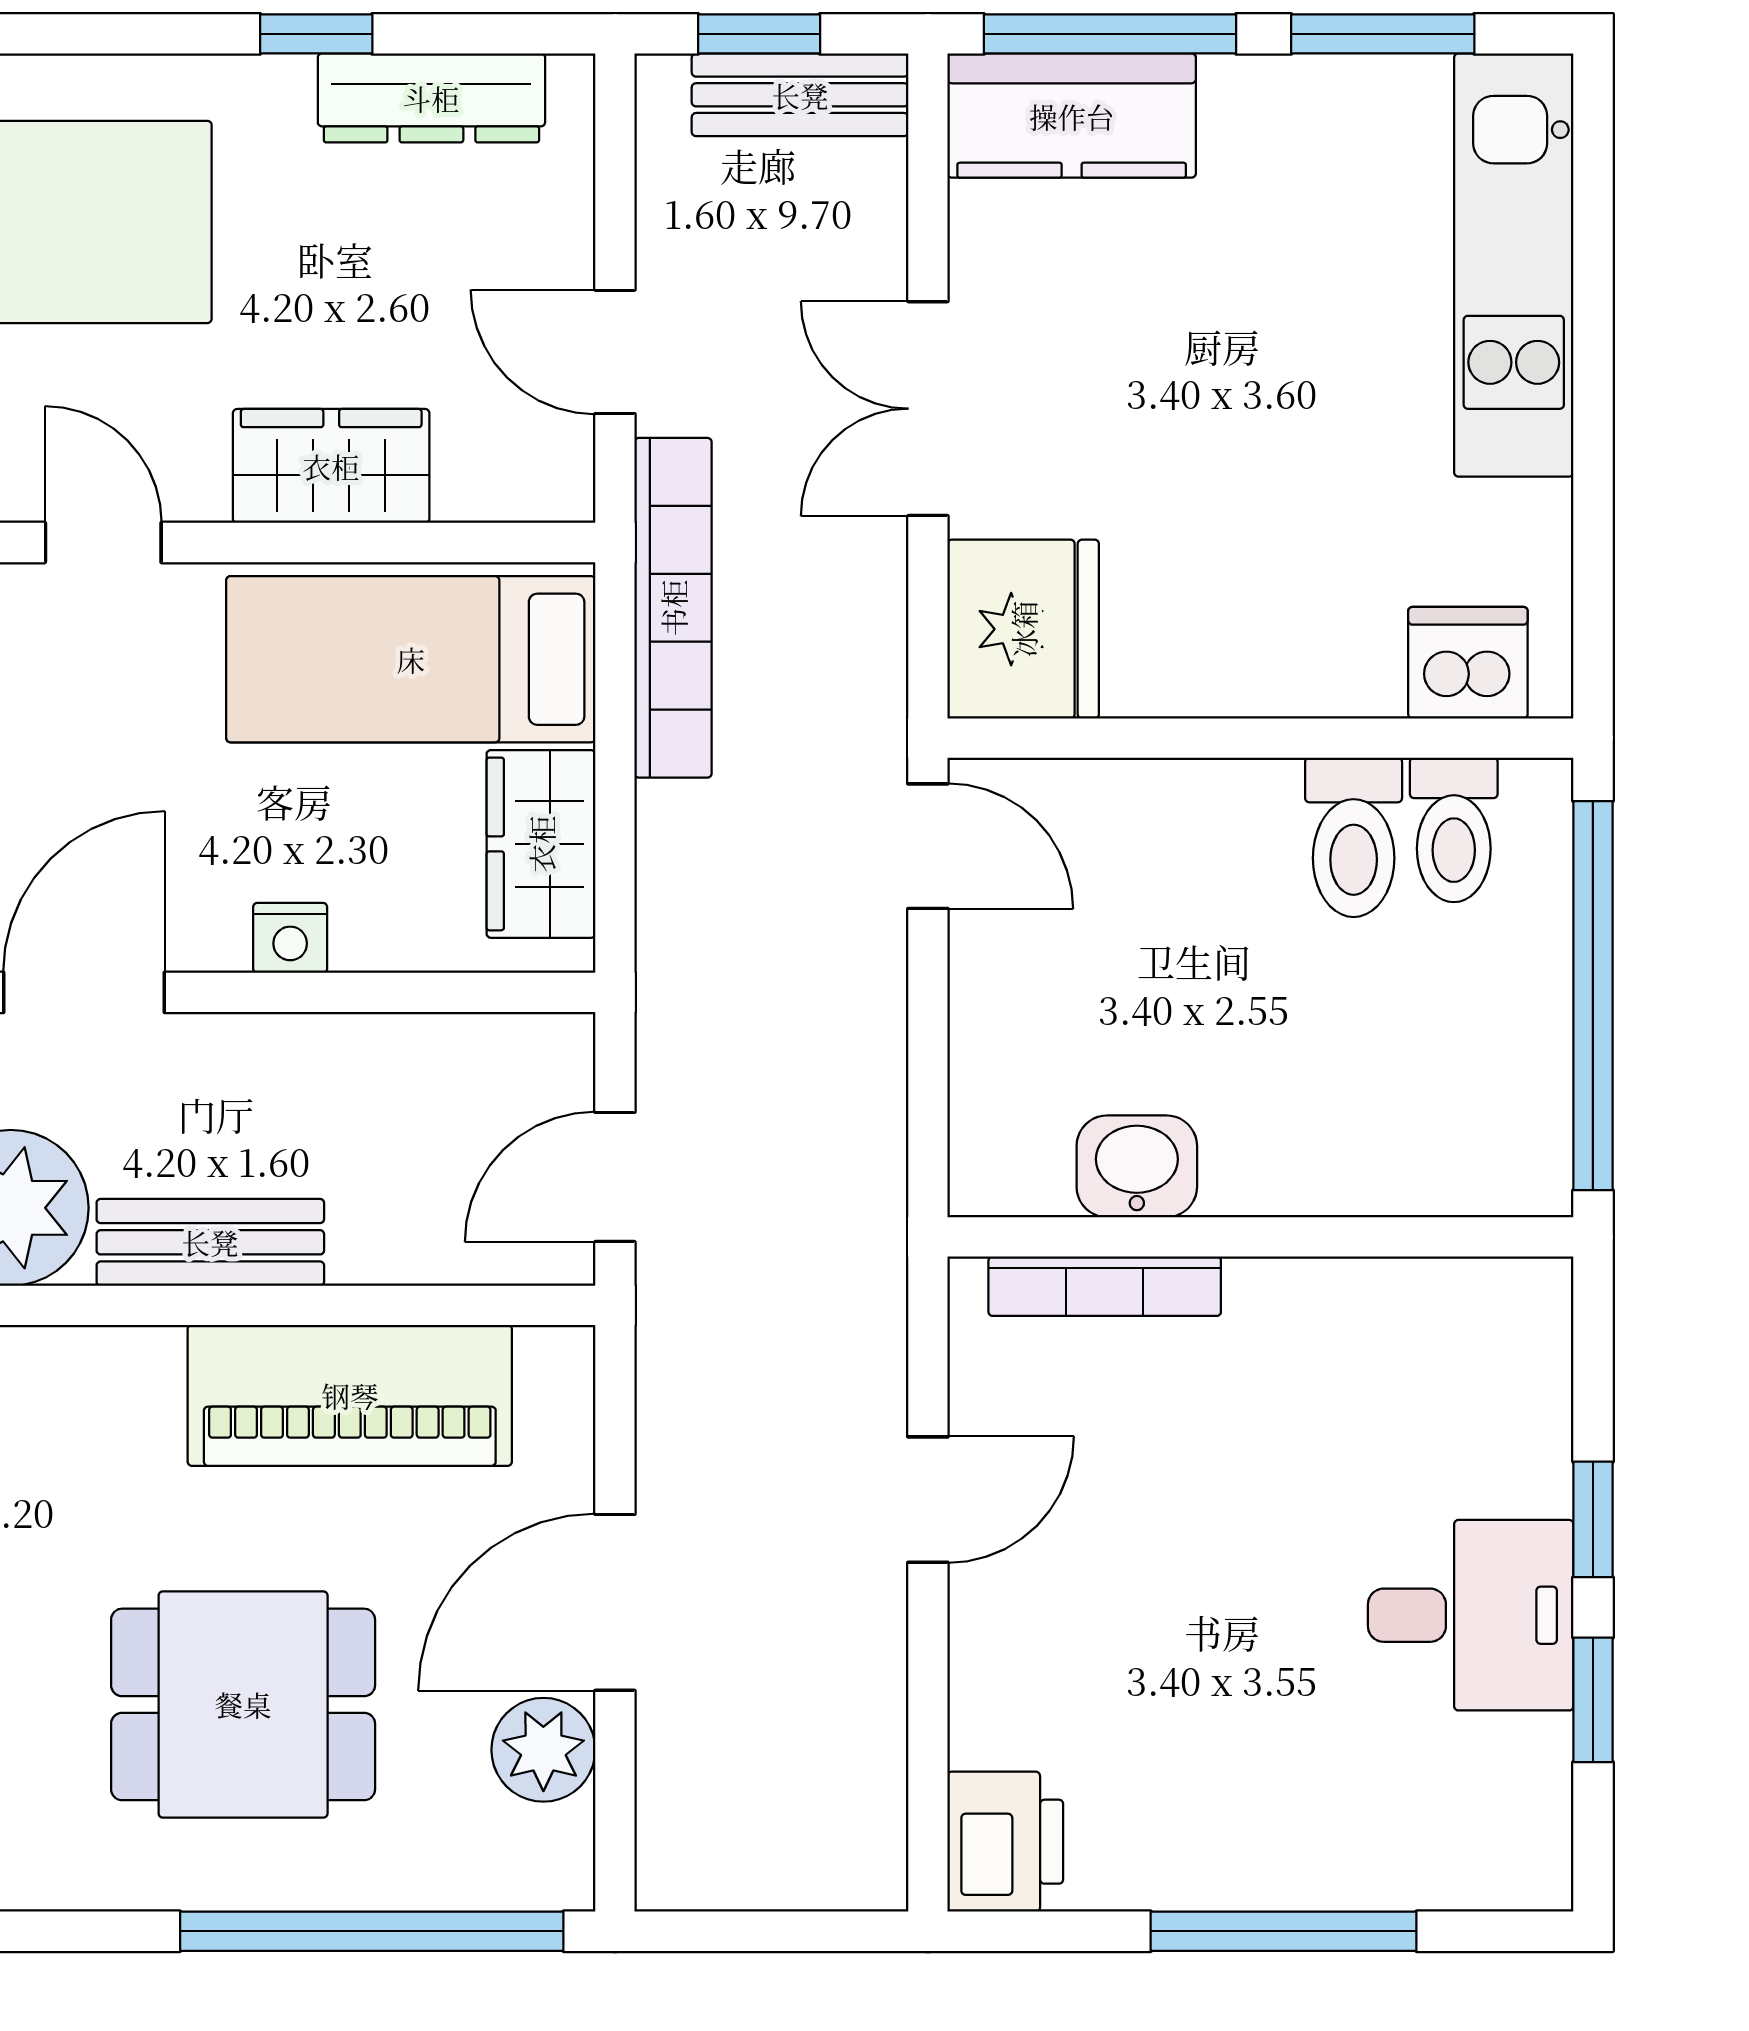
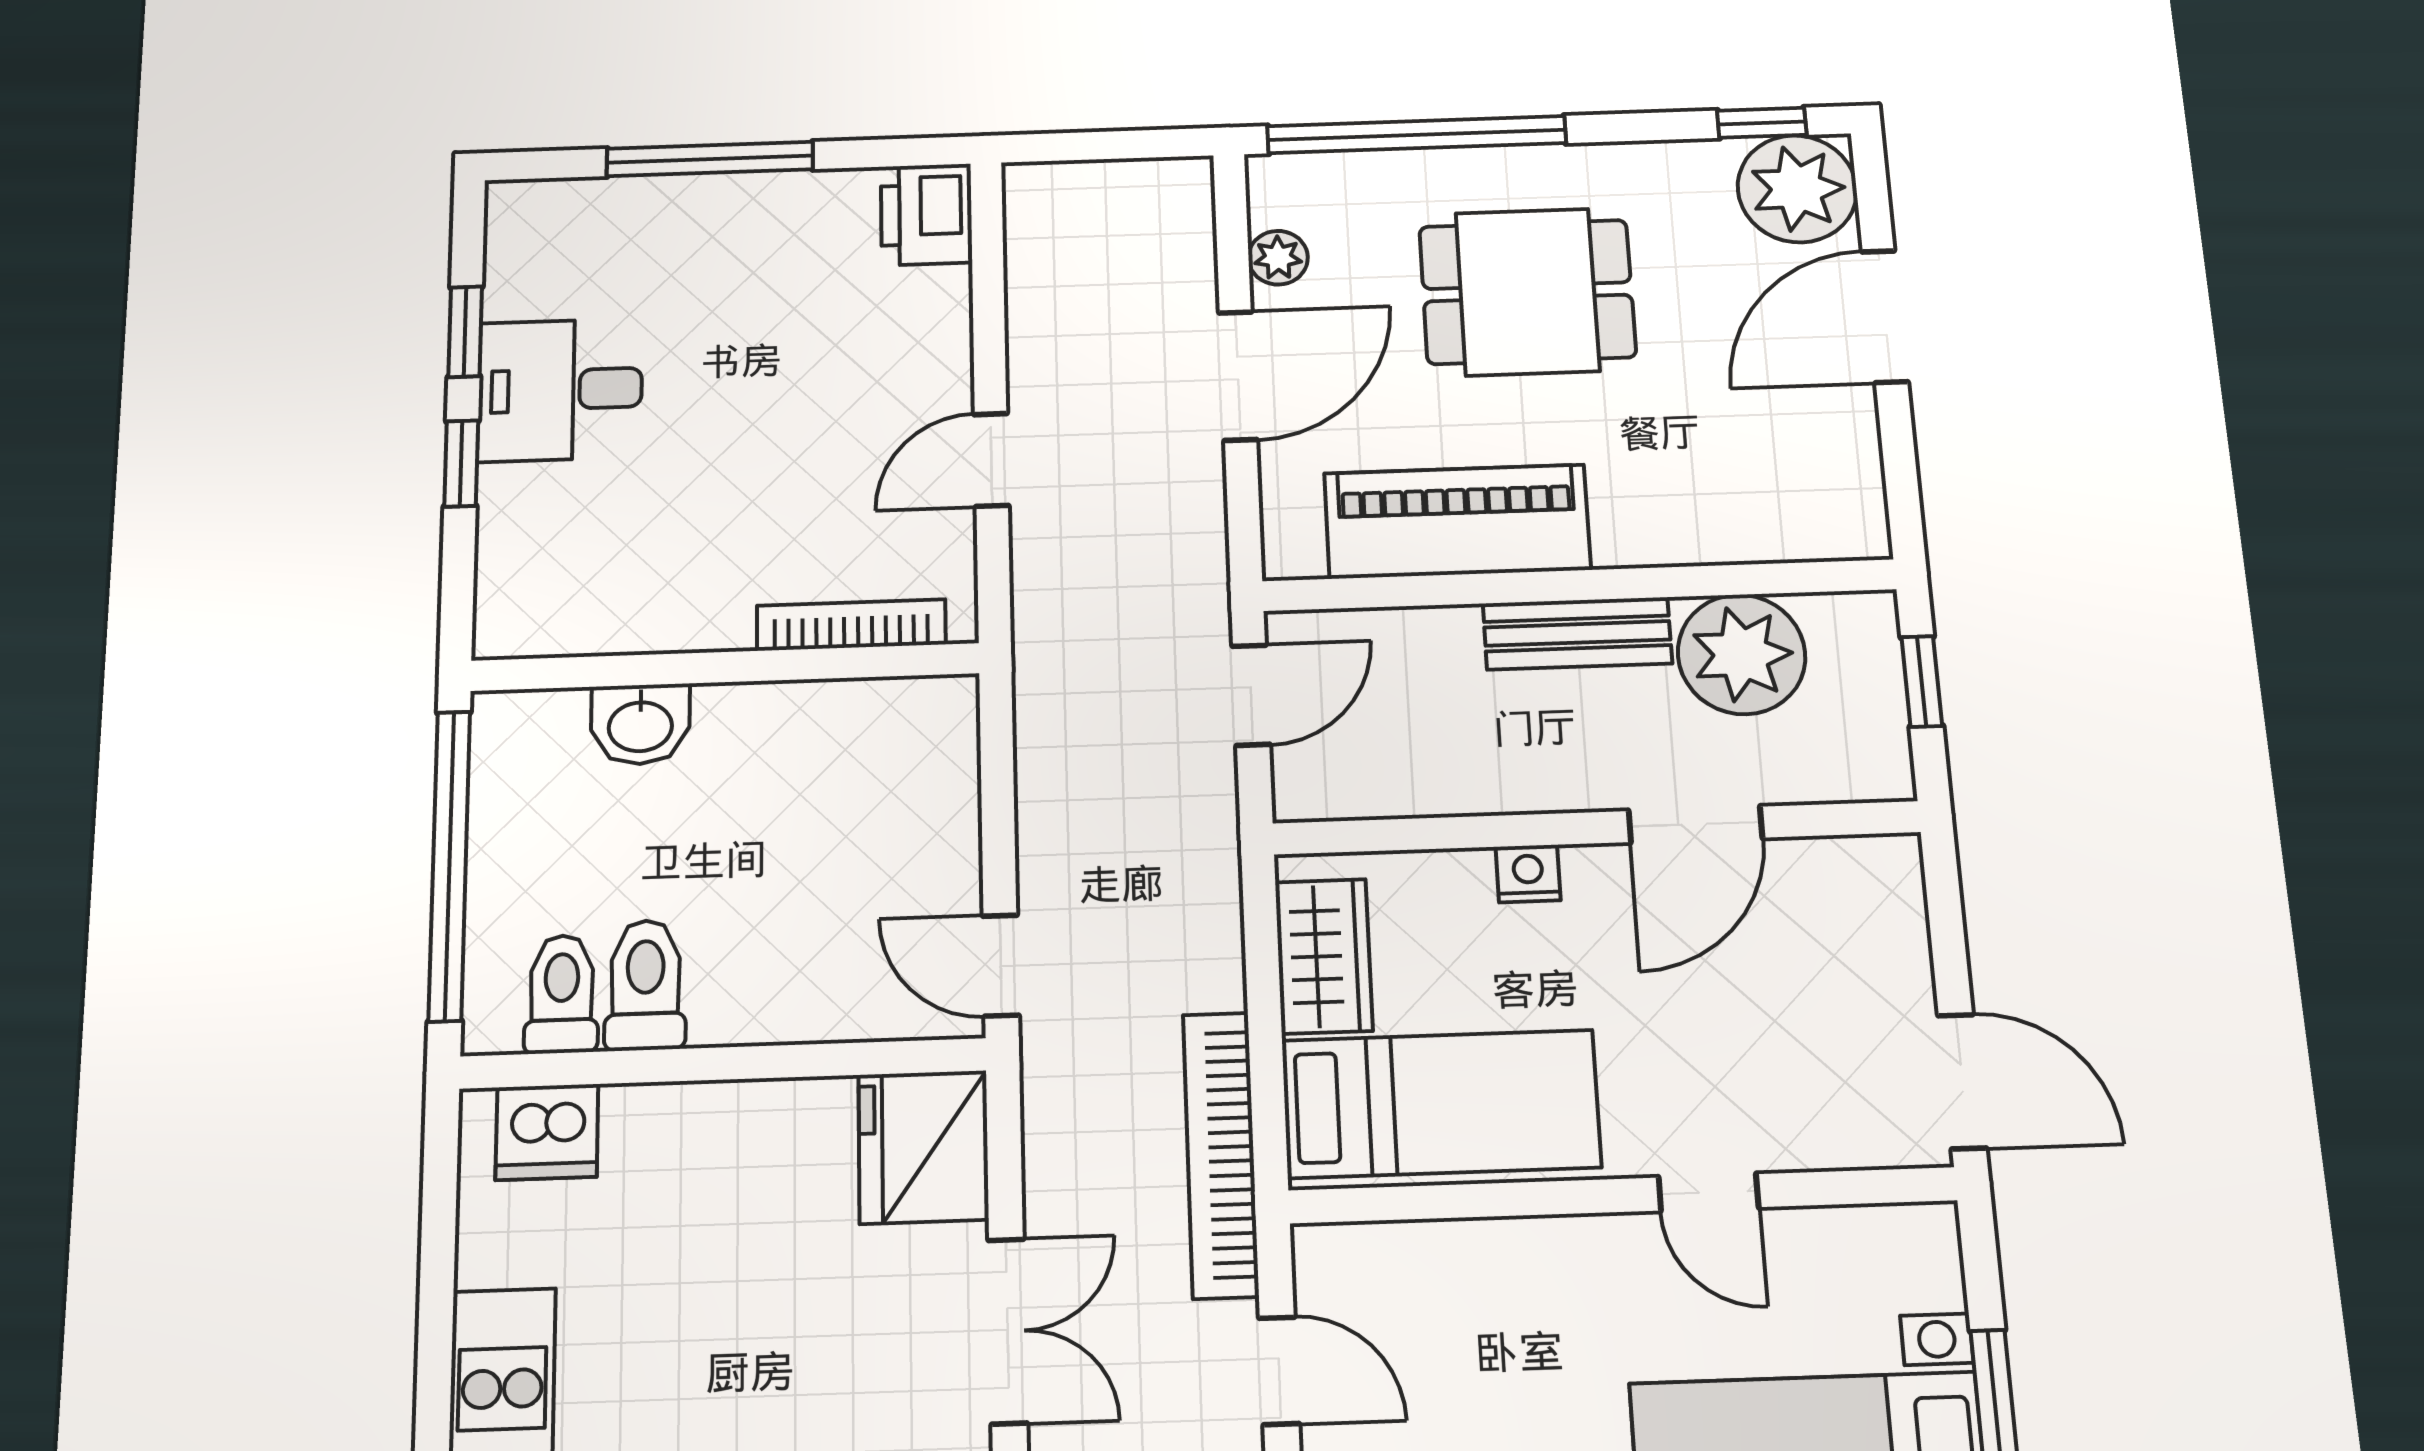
wardrobe: (331, 466) -> (1518, 1264), removed
washbasin: (1137, 1166) -> (640, 724), moved
plant: (543, 1750) -> (1278, 258), width x0.73, depth x0.73

